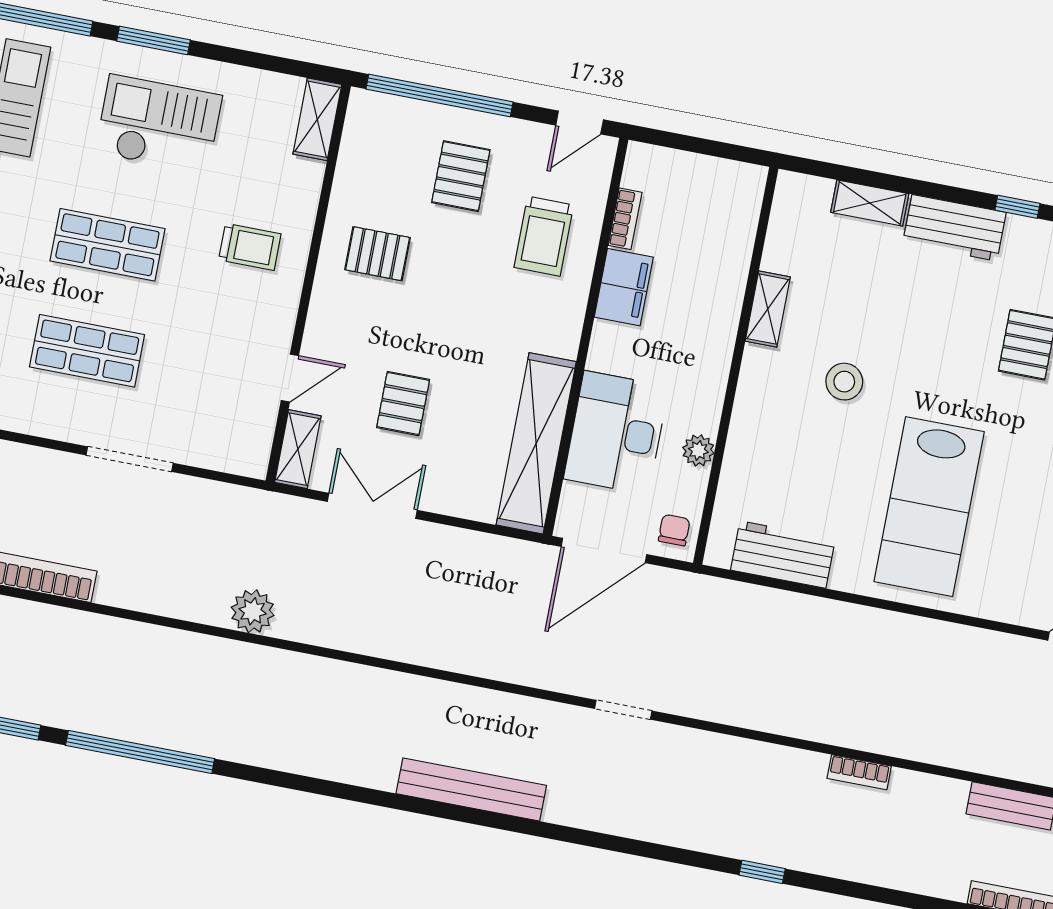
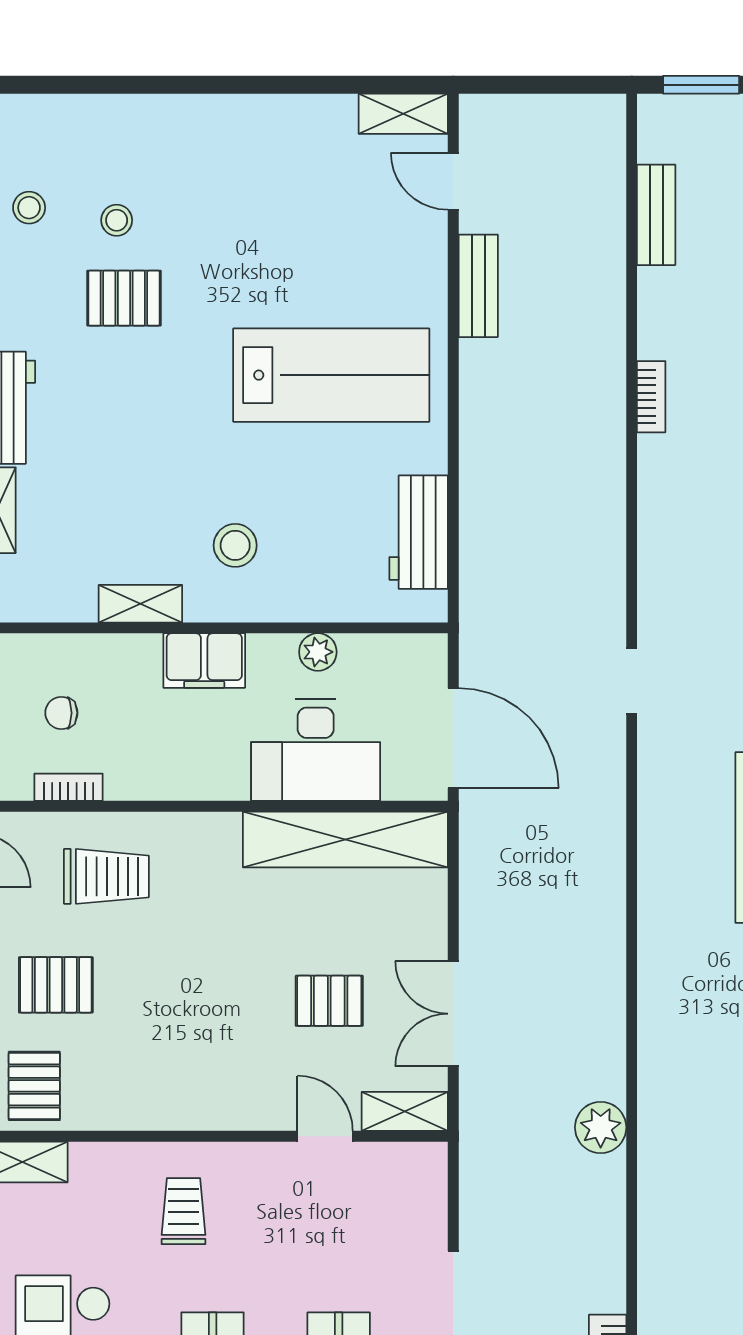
pallet: (378, 254) -> (34, 1086), moved
filing cabinet: (624, 287) -> (204, 660), moved, turned 180
stool: (844, 382) -> (235, 545), moved
chair: (674, 530) -> (61, 713), moved
bench: (980, 645) -> (478, 286), added

